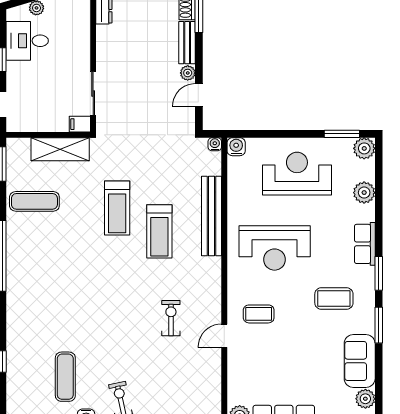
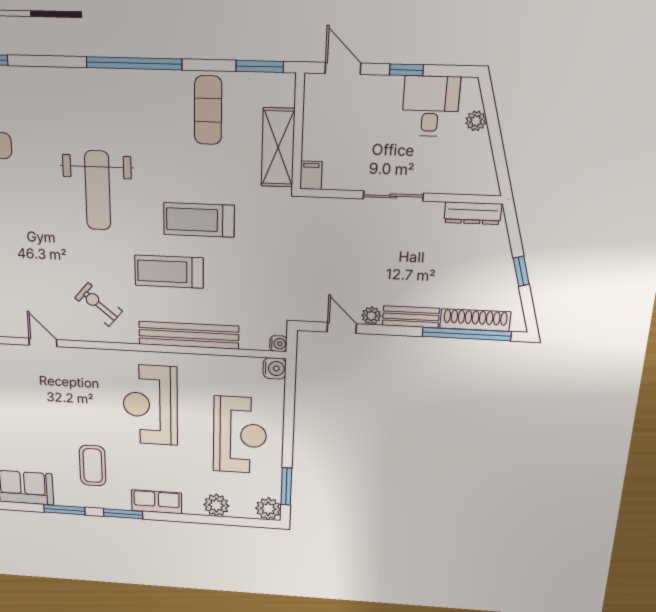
sliding door: (93, 93) -> (393, 196), moved
weight bench: (97, 286) -> (98, 191), added
coffee table: (259, 314) -> (71, 383), removed
exercise bike: (171, 318) -> (99, 305), moved, turned -140

